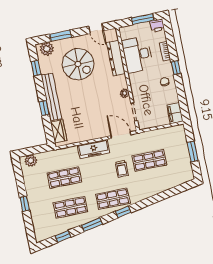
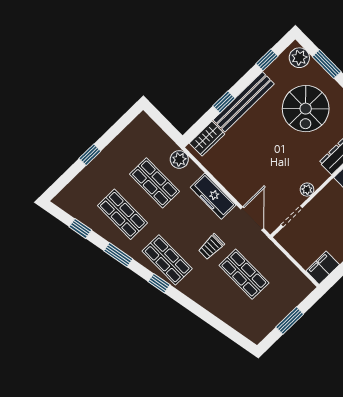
plant: (31, 161) -> (179, 159), moved

